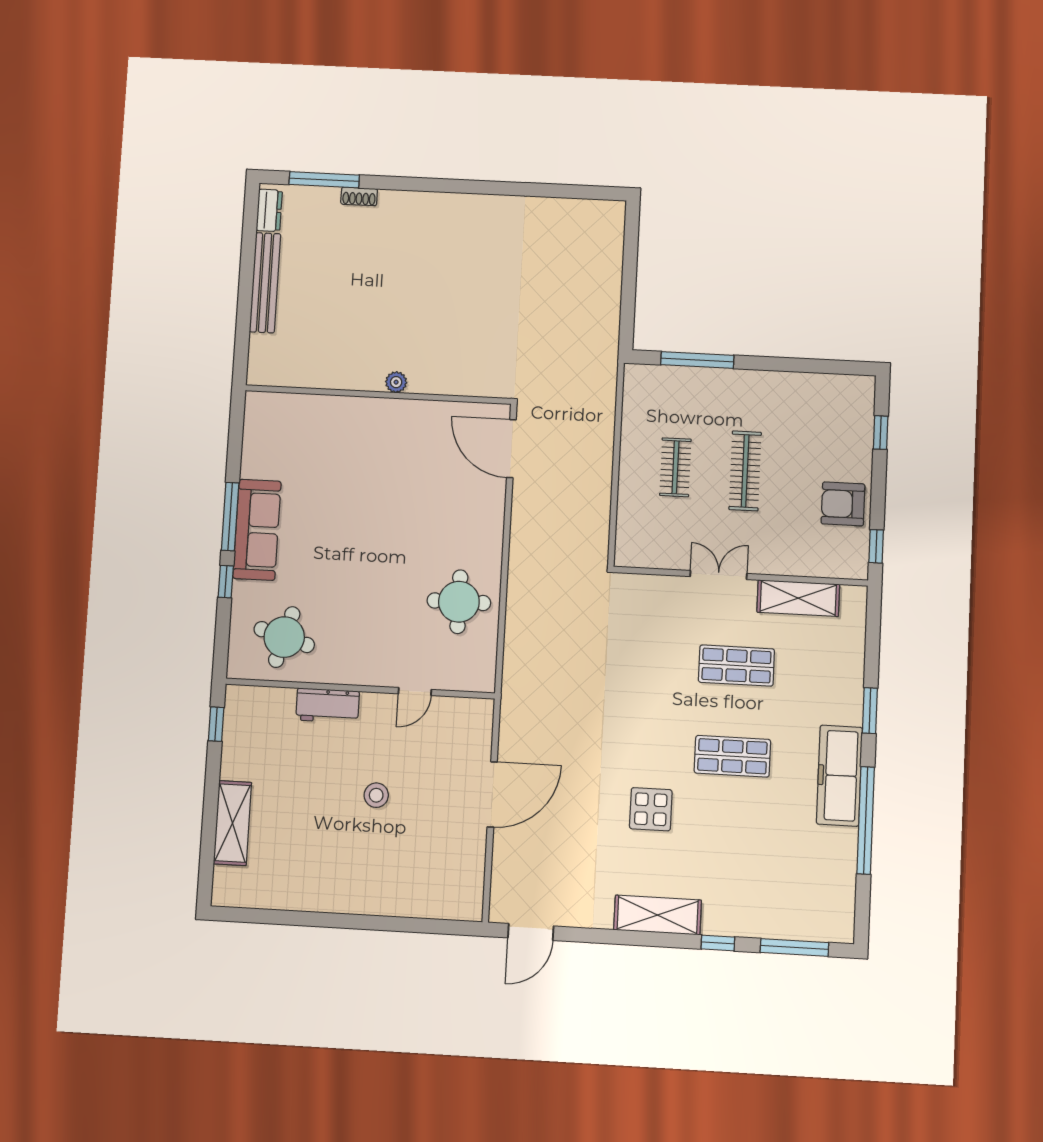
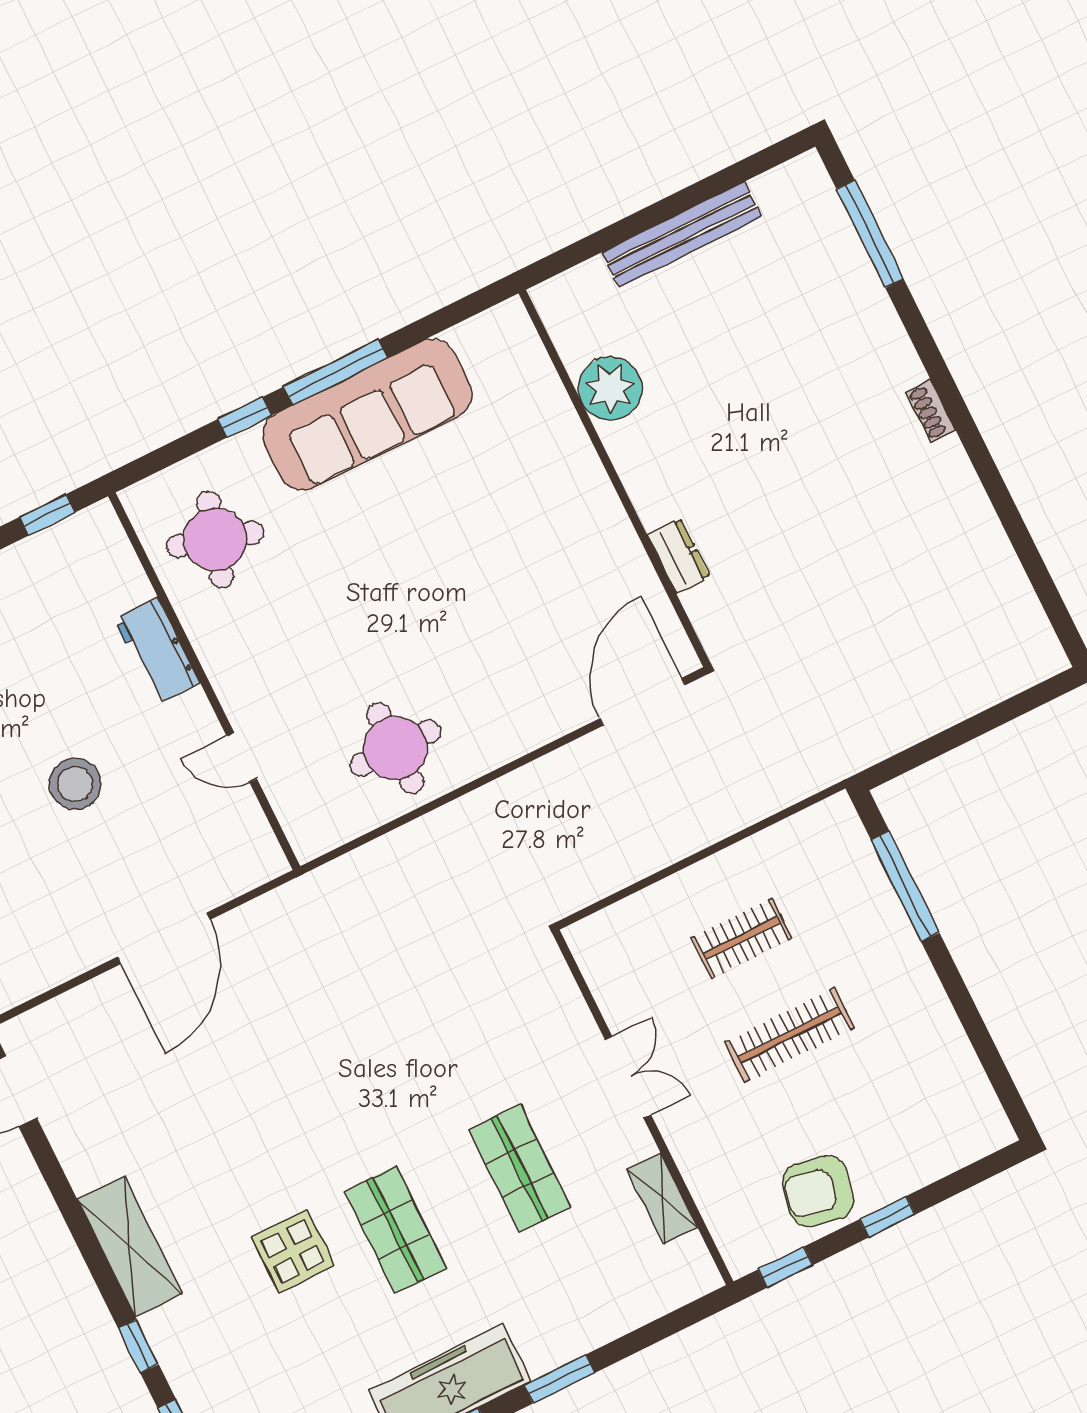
shoe rack: (359, 196) -> (931, 411), moved
dresser: (269, 210) -> (678, 556), moved, turned -90
plant: (396, 382) -> (610, 388), moved, width x1.87, depth x1.87
window: (881, 433) -> (887, 1217), moved
armchair: (843, 504) -> (818, 1191), turned -79
sofa: (257, 530) -> (367, 415), width x1.36, depth x1.27
shelving: (798, 598) -> (662, 1198), width x0.67, depth x0.75
door: (492, 794) -> (164, 938), hinge flipped
stool: (376, 795) -> (75, 784), width x1.38, depth x1.38
display table: (651, 809) -> (293, 1251), moved

